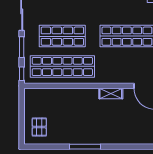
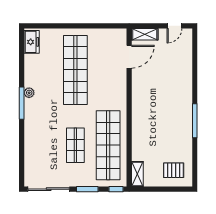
shop shelf: (62, 36) -> (75, 145), width x0.70, depth x0.74
shelving: (111, 93) -> (137, 174), moved

